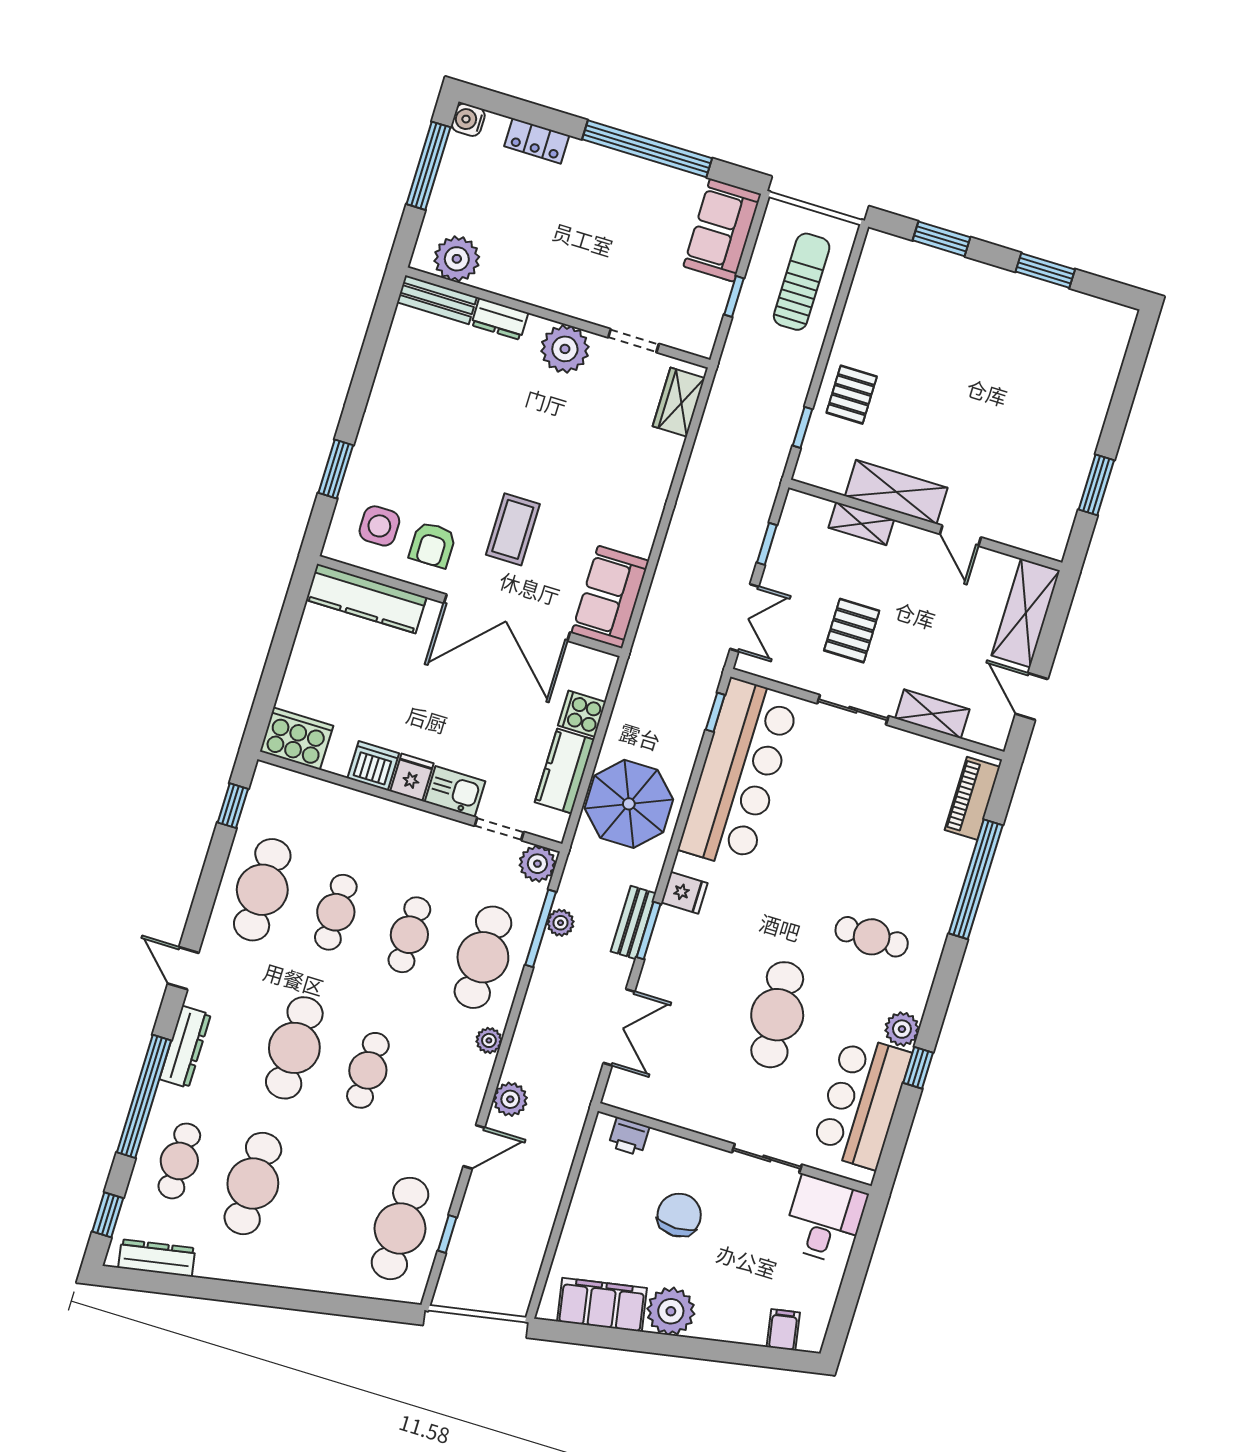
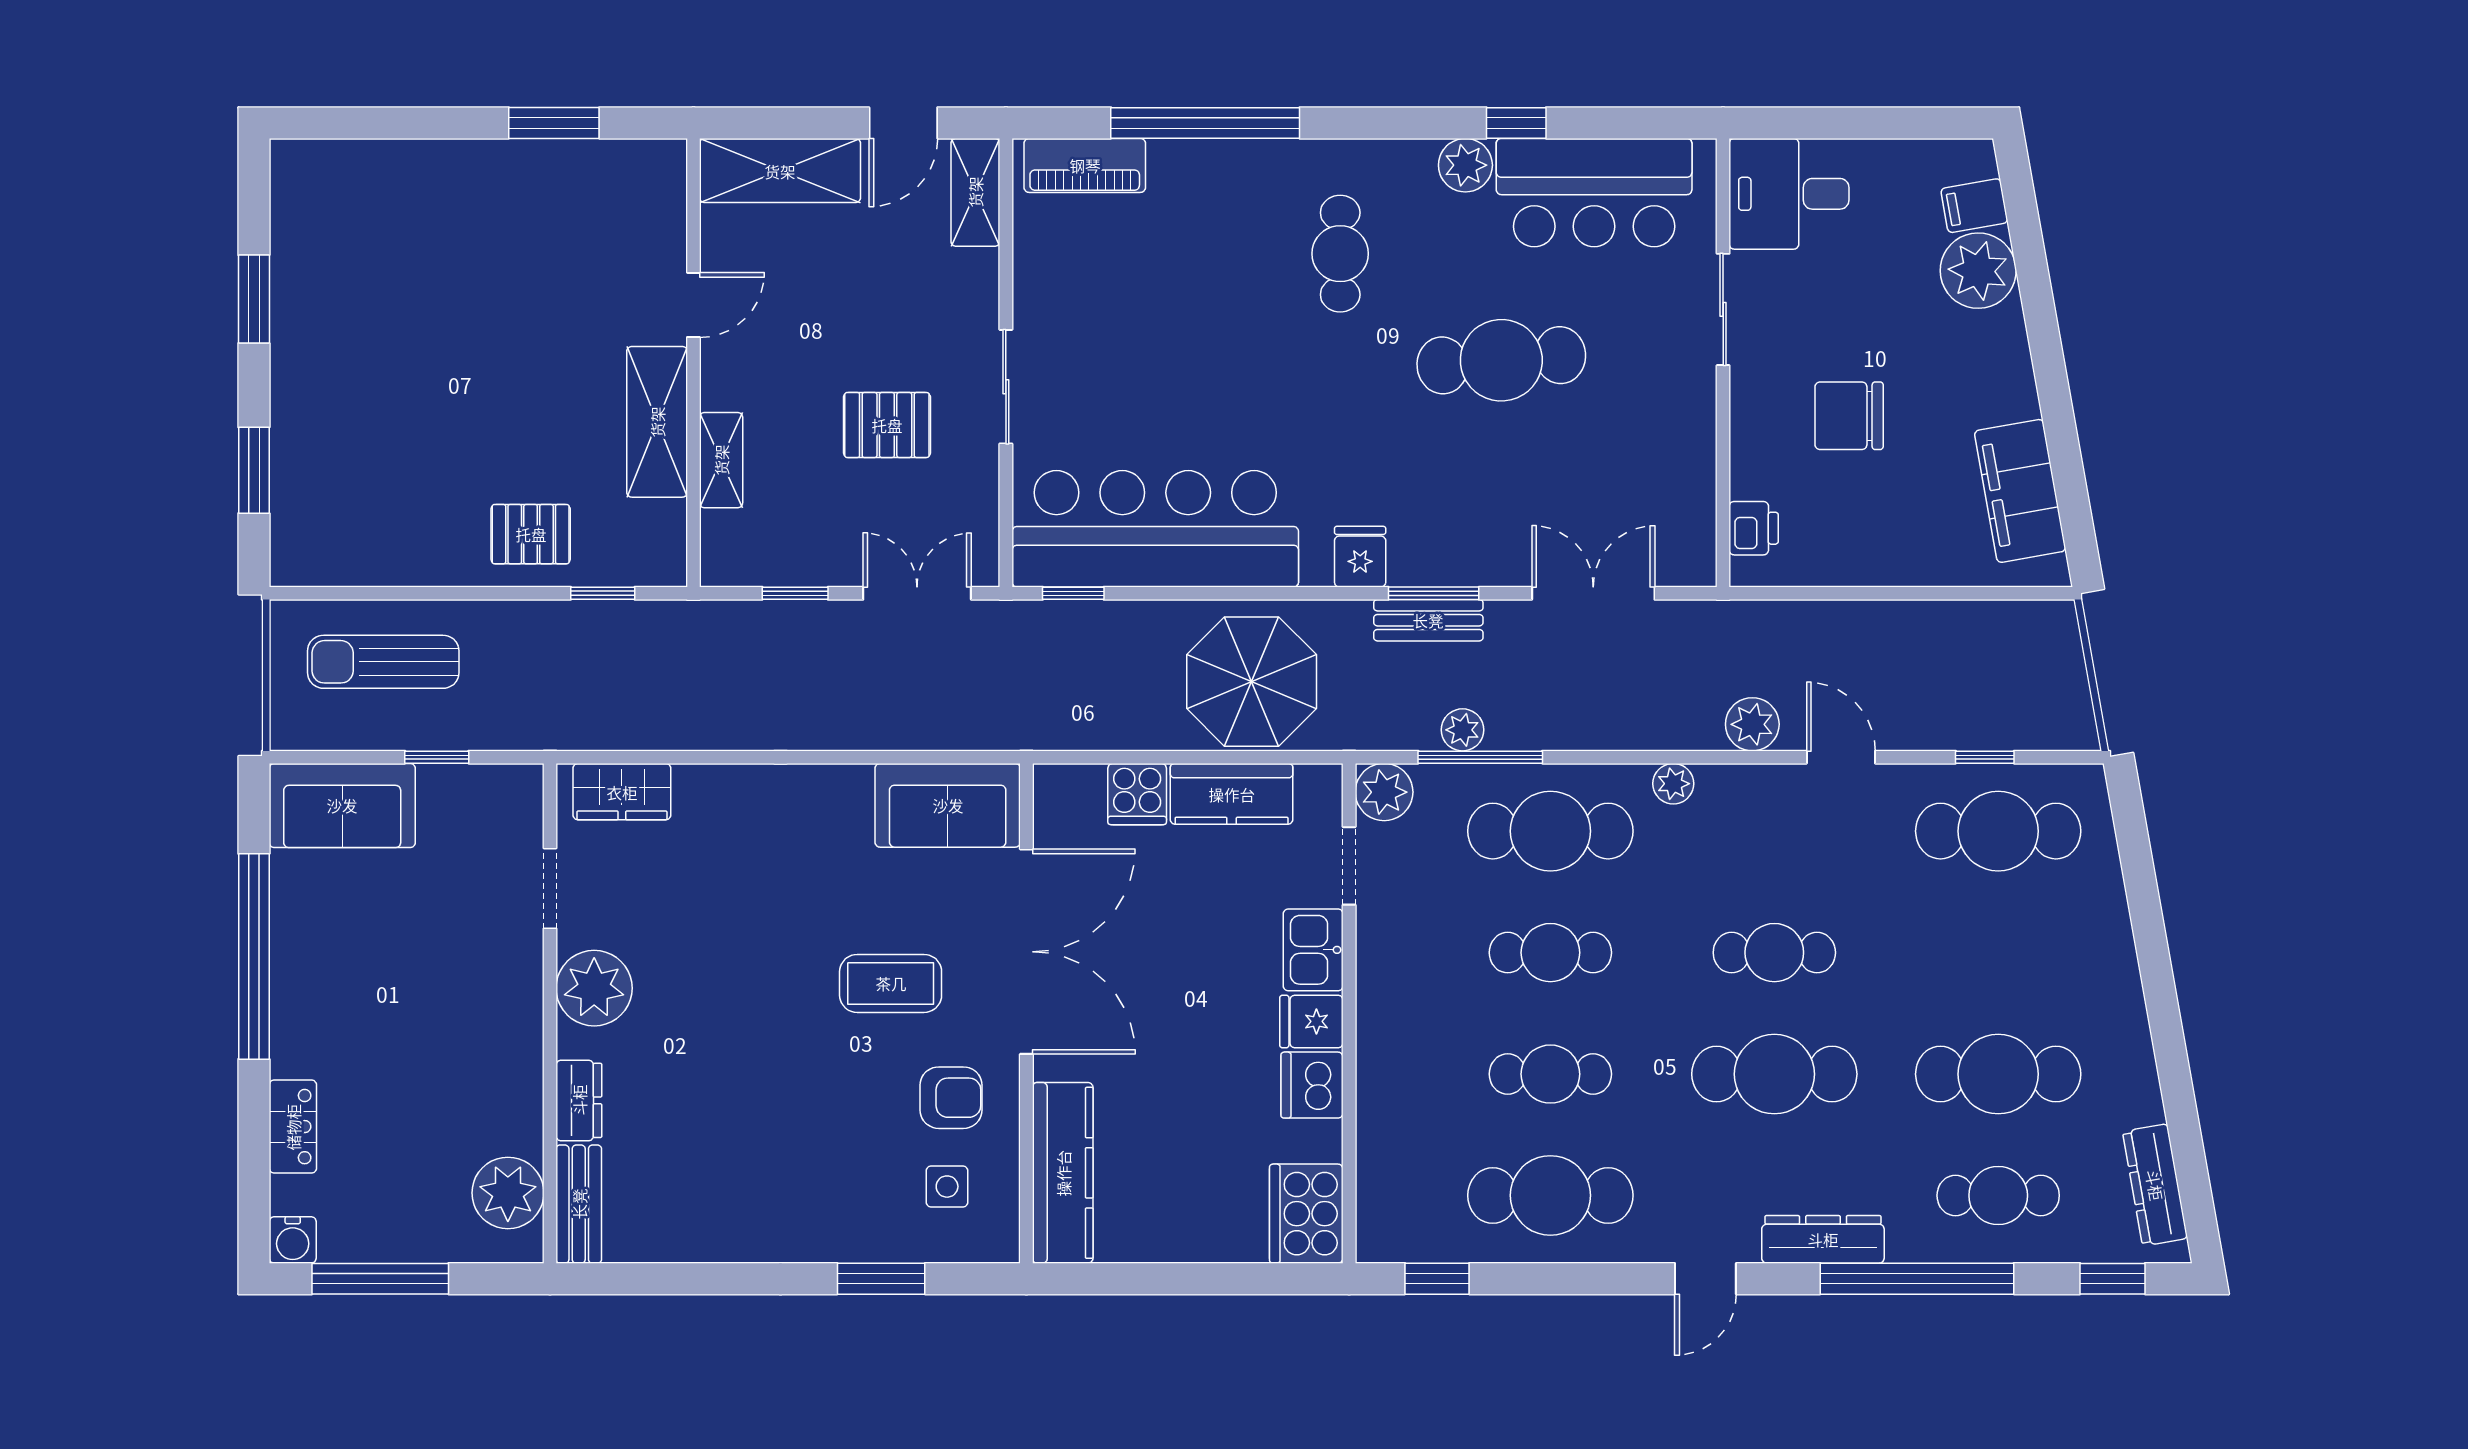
side table: (379, 526) -> (947, 1187), width x0.73, depth x0.73
shelving: (932, 714) -> (975, 192), moved
plant: (671, 1311) -> (1978, 271), moved

